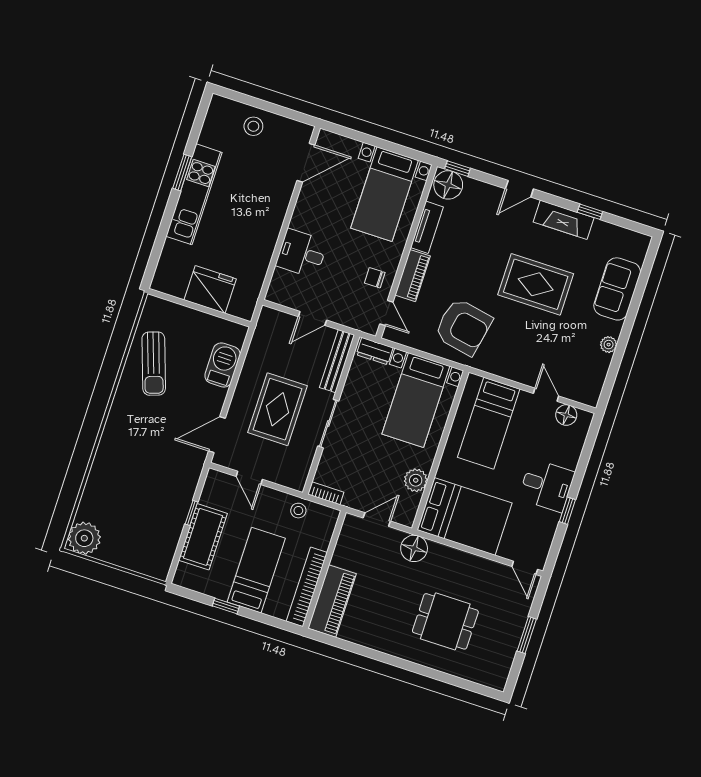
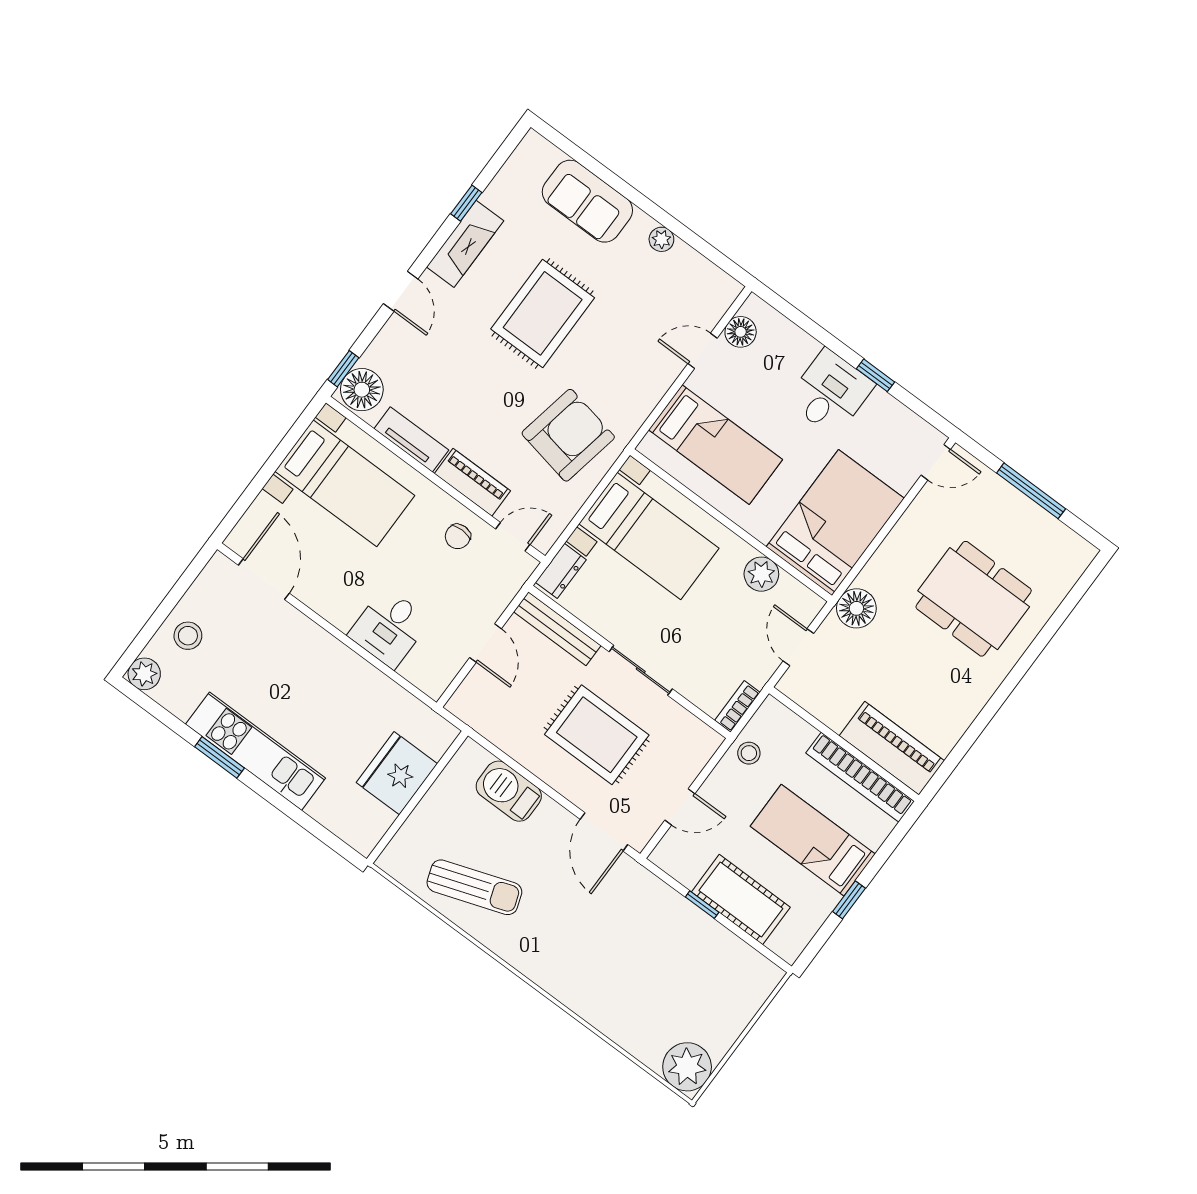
plant: (220, 106) -> (144, 674), added
dining table: (445, 621) -> (974, 599), width x1.38
window: (527, 635) -> (1031, 491), width x1.44

